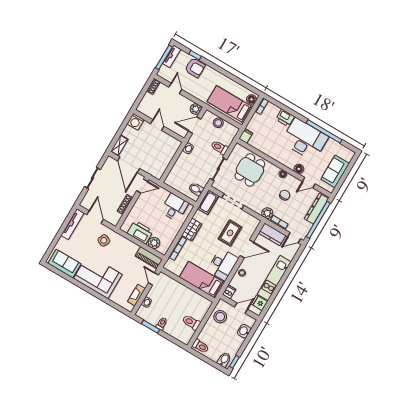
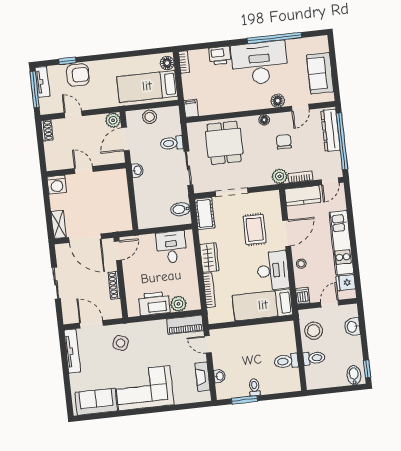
toilet: (201, 346) -> (314, 358), moved

